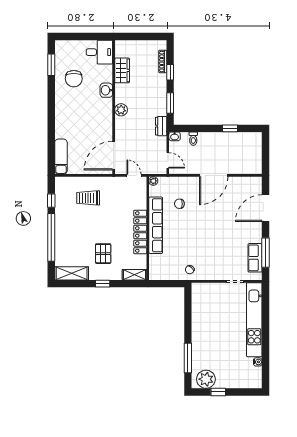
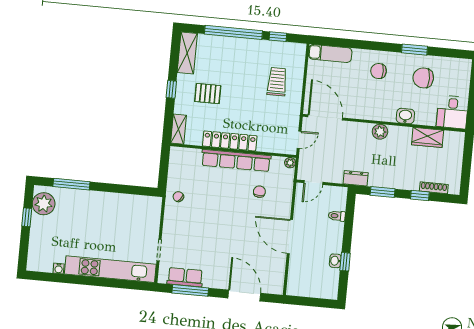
window: (51, 65) -> (414, 50), moved
chair: (72, 116) -> (379, 71), added
washbasin: (175, 136) -> (335, 261), moved

